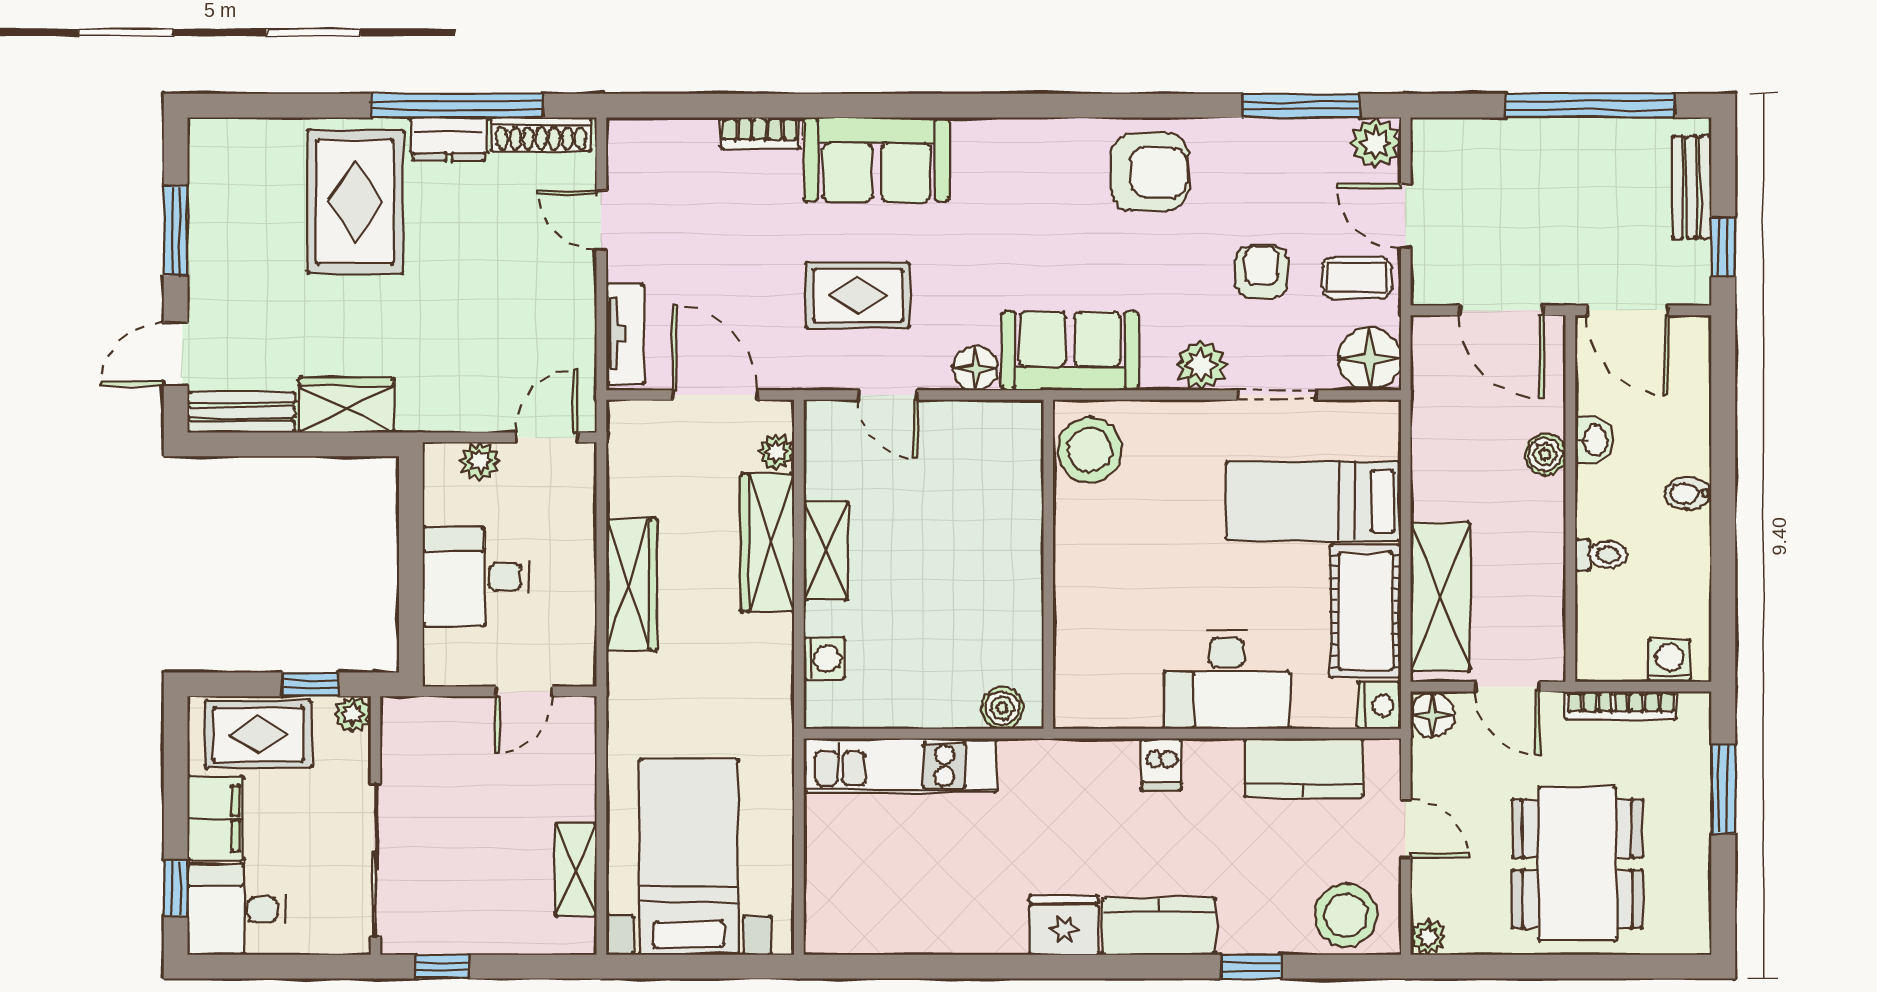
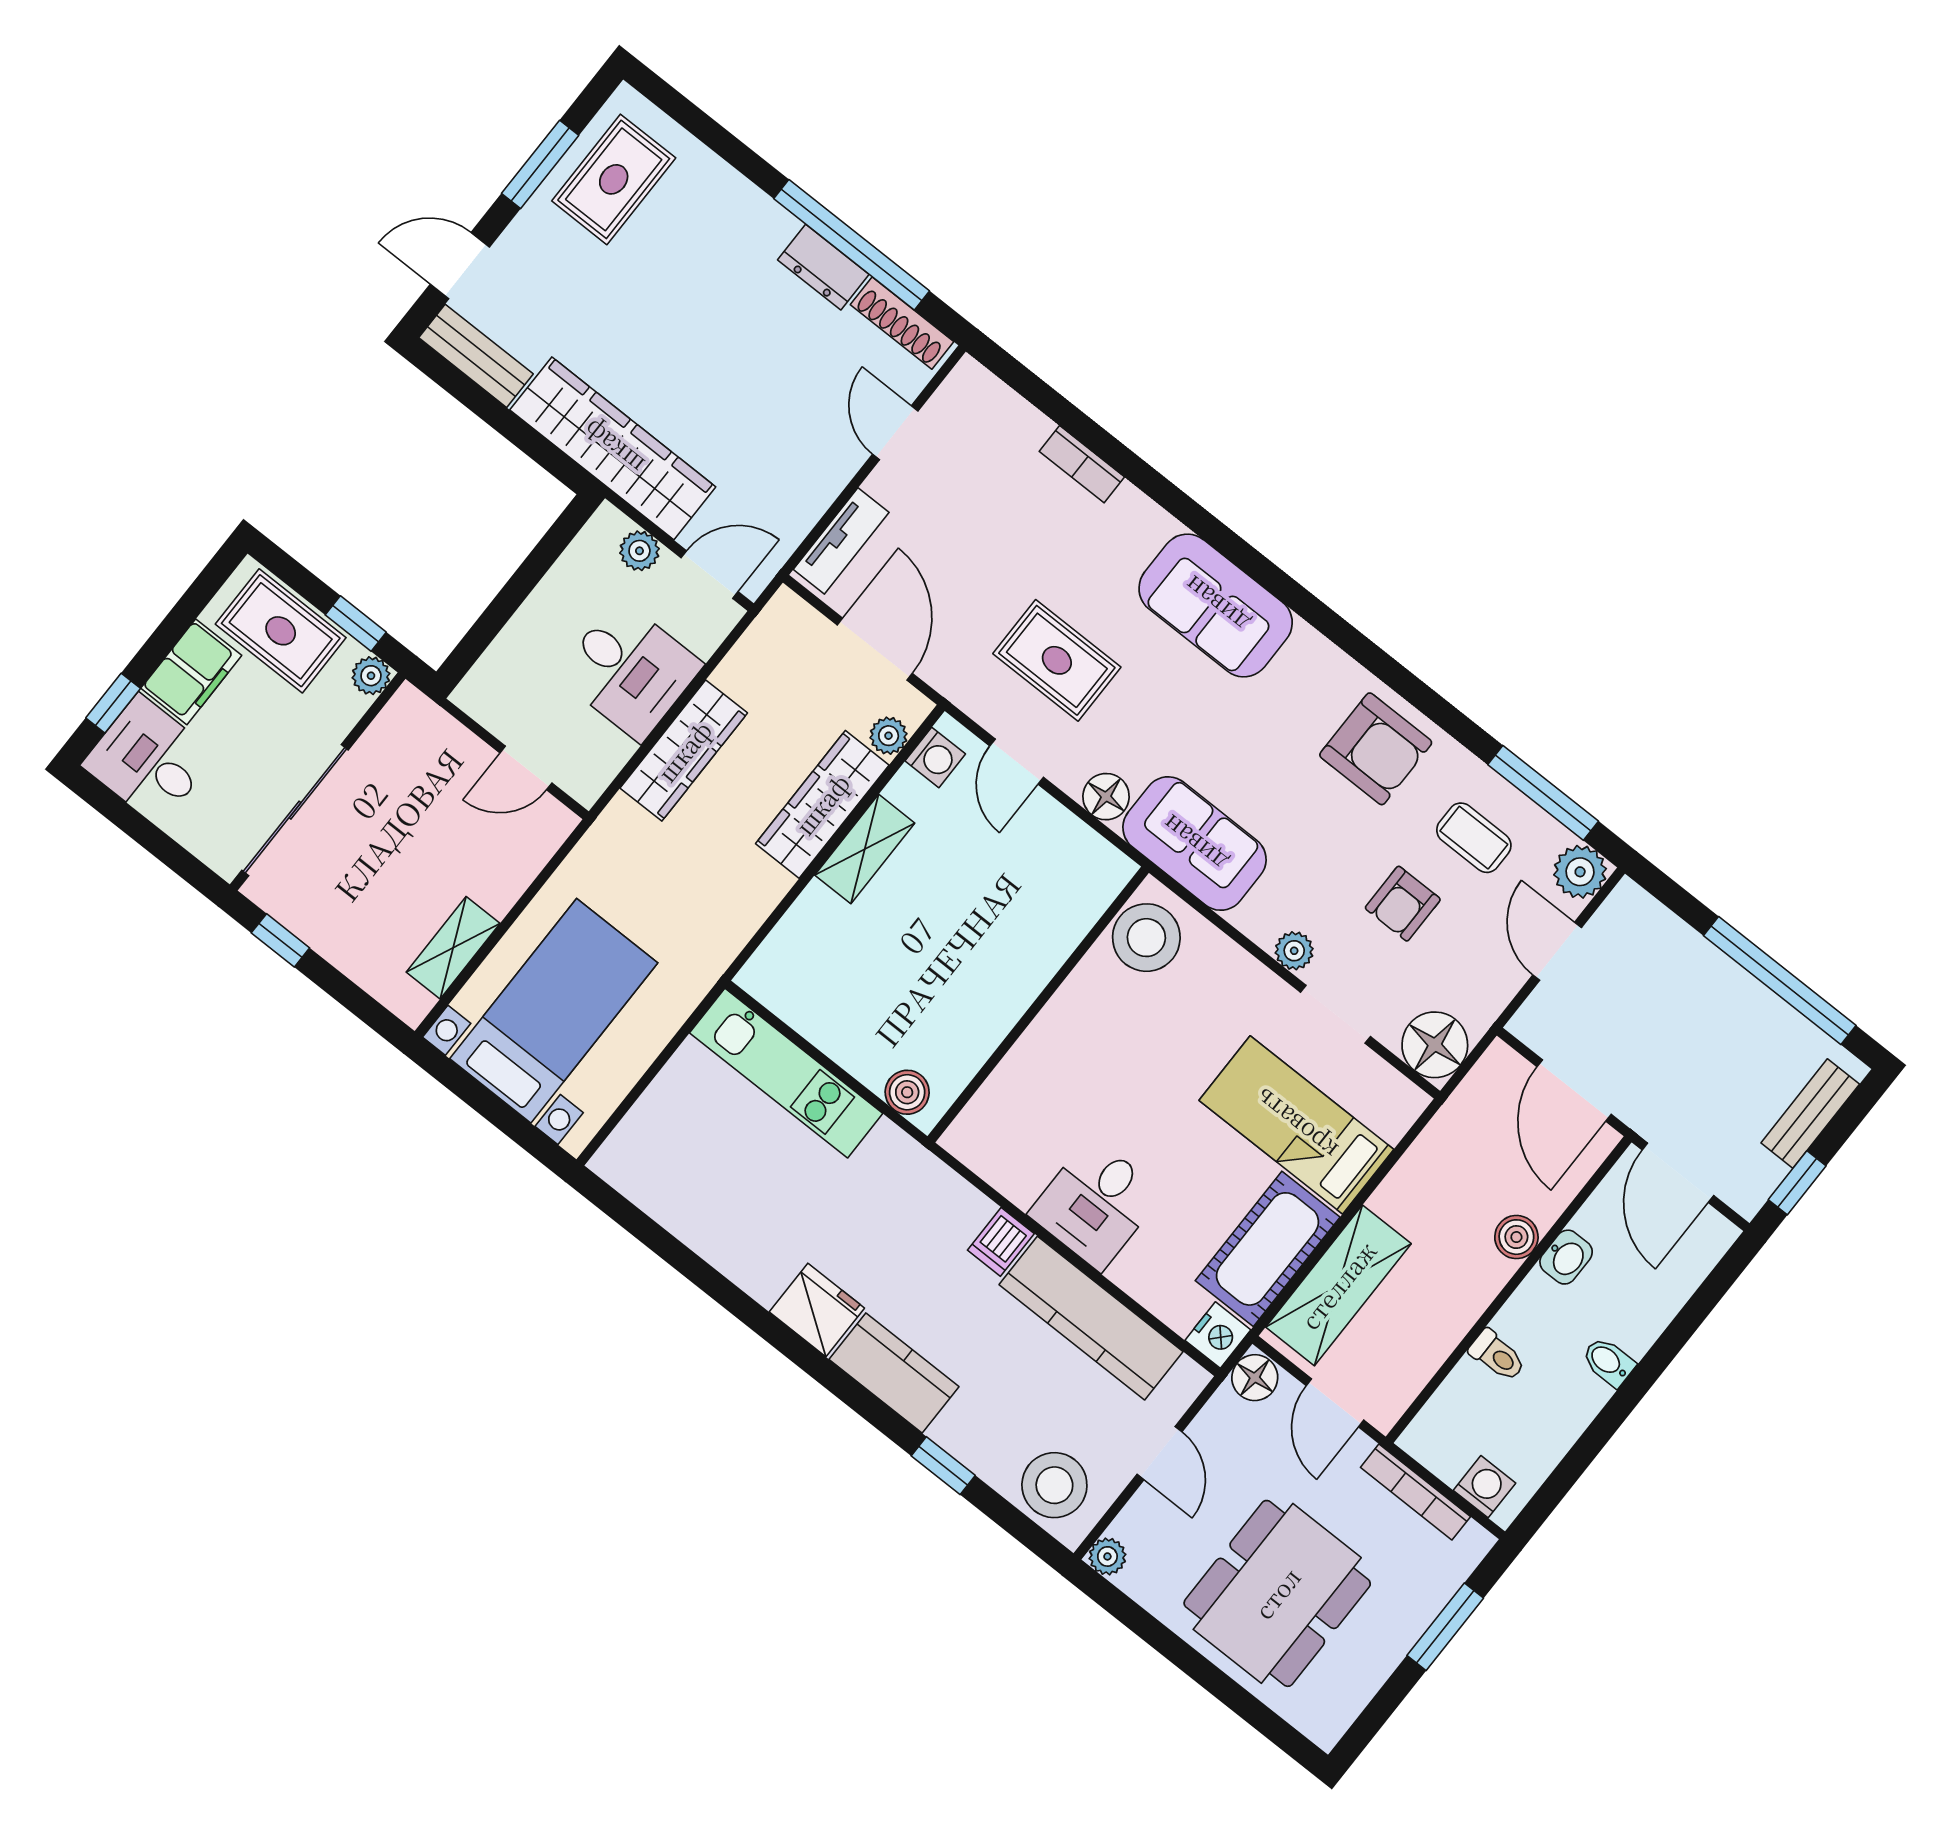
sofa: (876, 160) -> (1216, 605), moved
rug: (355, 202) -> (614, 179), moved, width x0.73, depth x0.70
armchair: (1262, 272) -> (1403, 904), turned 180
coffee table: (1357, 278) -> (1474, 838), moved
plant: (1201, 365) -> (1294, 951), width x0.73, depth x0.73
wardrobe: (346, 405) -> (613, 448), width x2.10, depth x1.17
desk: (476, 577) -> (630, 670), moved, turned 180
washing machine: (824, 659) -> (935, 757), moved
desk: (1227, 679) -> (1096, 1204), width x0.73
kitchen counter: (1304, 768) -> (1091, 1318), width x1.50

